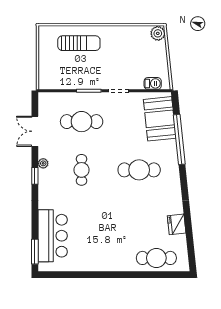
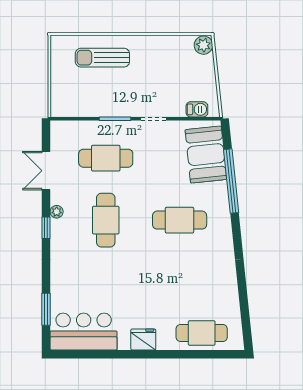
sun lounger: (79, 43) -> (102, 58), turned 180
cafe table: (82, 170) -> (106, 220), width x1.37, depth x1.35
fridge: (177, 224) -> (143, 339), moved, turned 96
bar counter: (53, 236) -> (84, 332), moved, turned -90
window: (35, 252) -> (46, 309), moved

